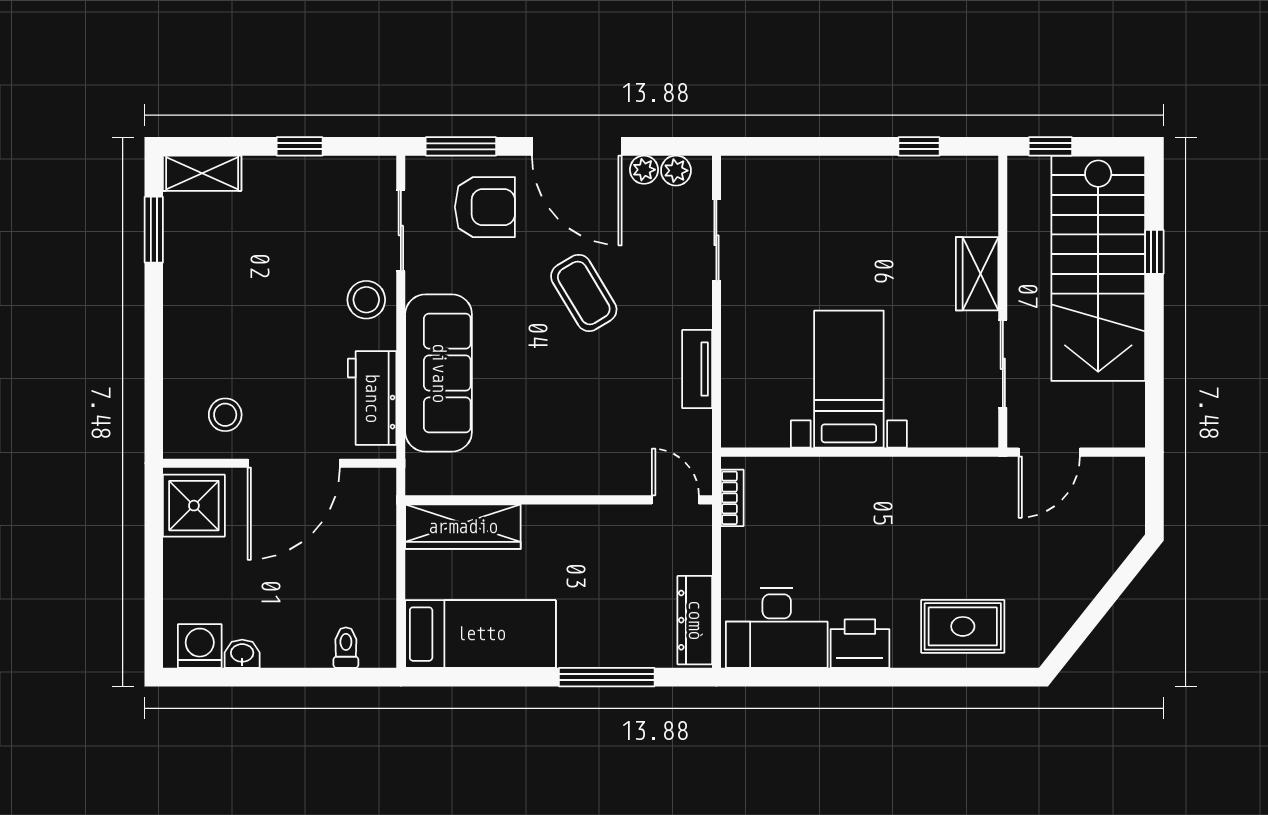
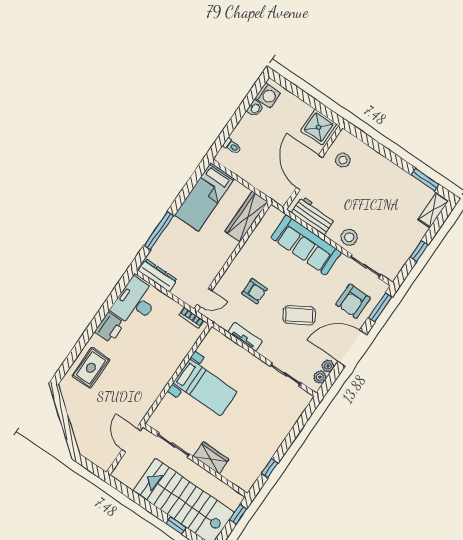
armchair: (596, 411) -> (255, 291), added

